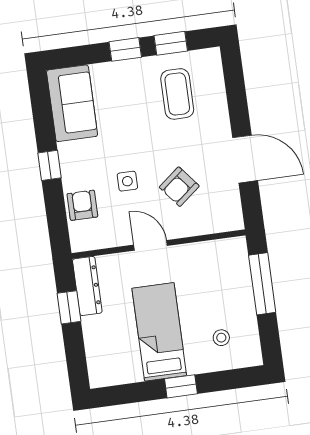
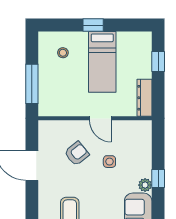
plant: (68, 153) -> (145, 185), added
armchair: (82, 205) -> (141, 150), removed
window: (69, 307) -> (158, 62), moved

